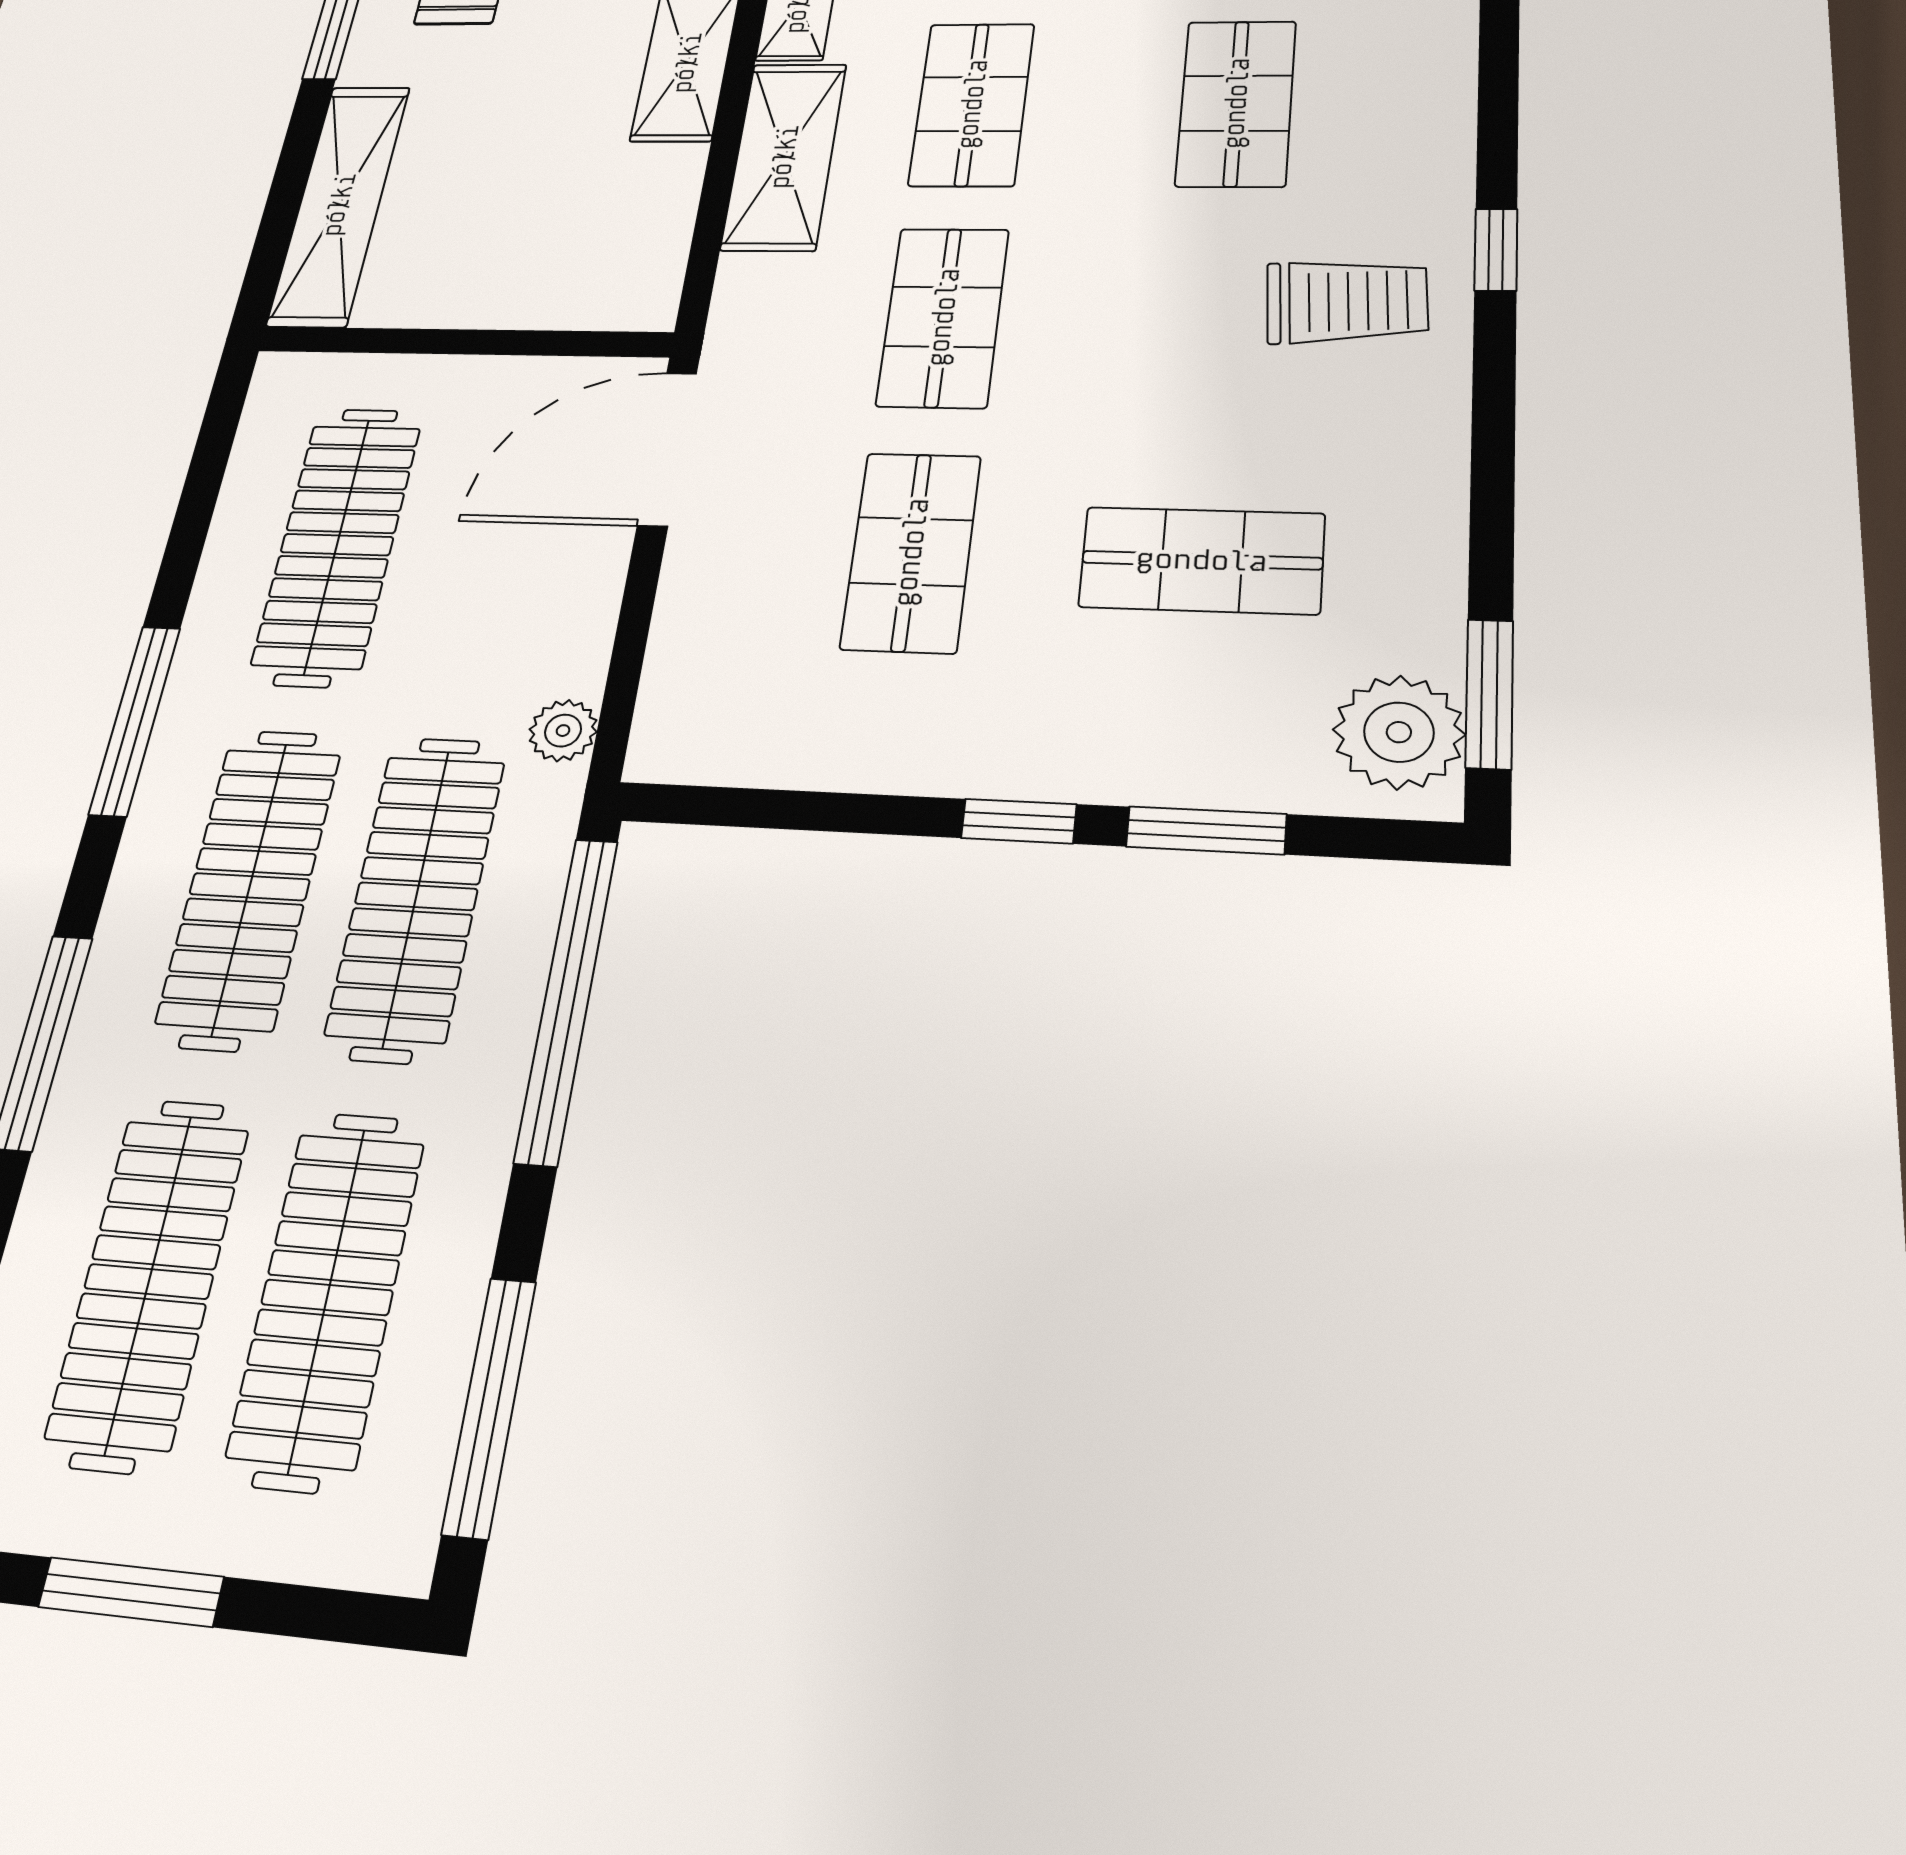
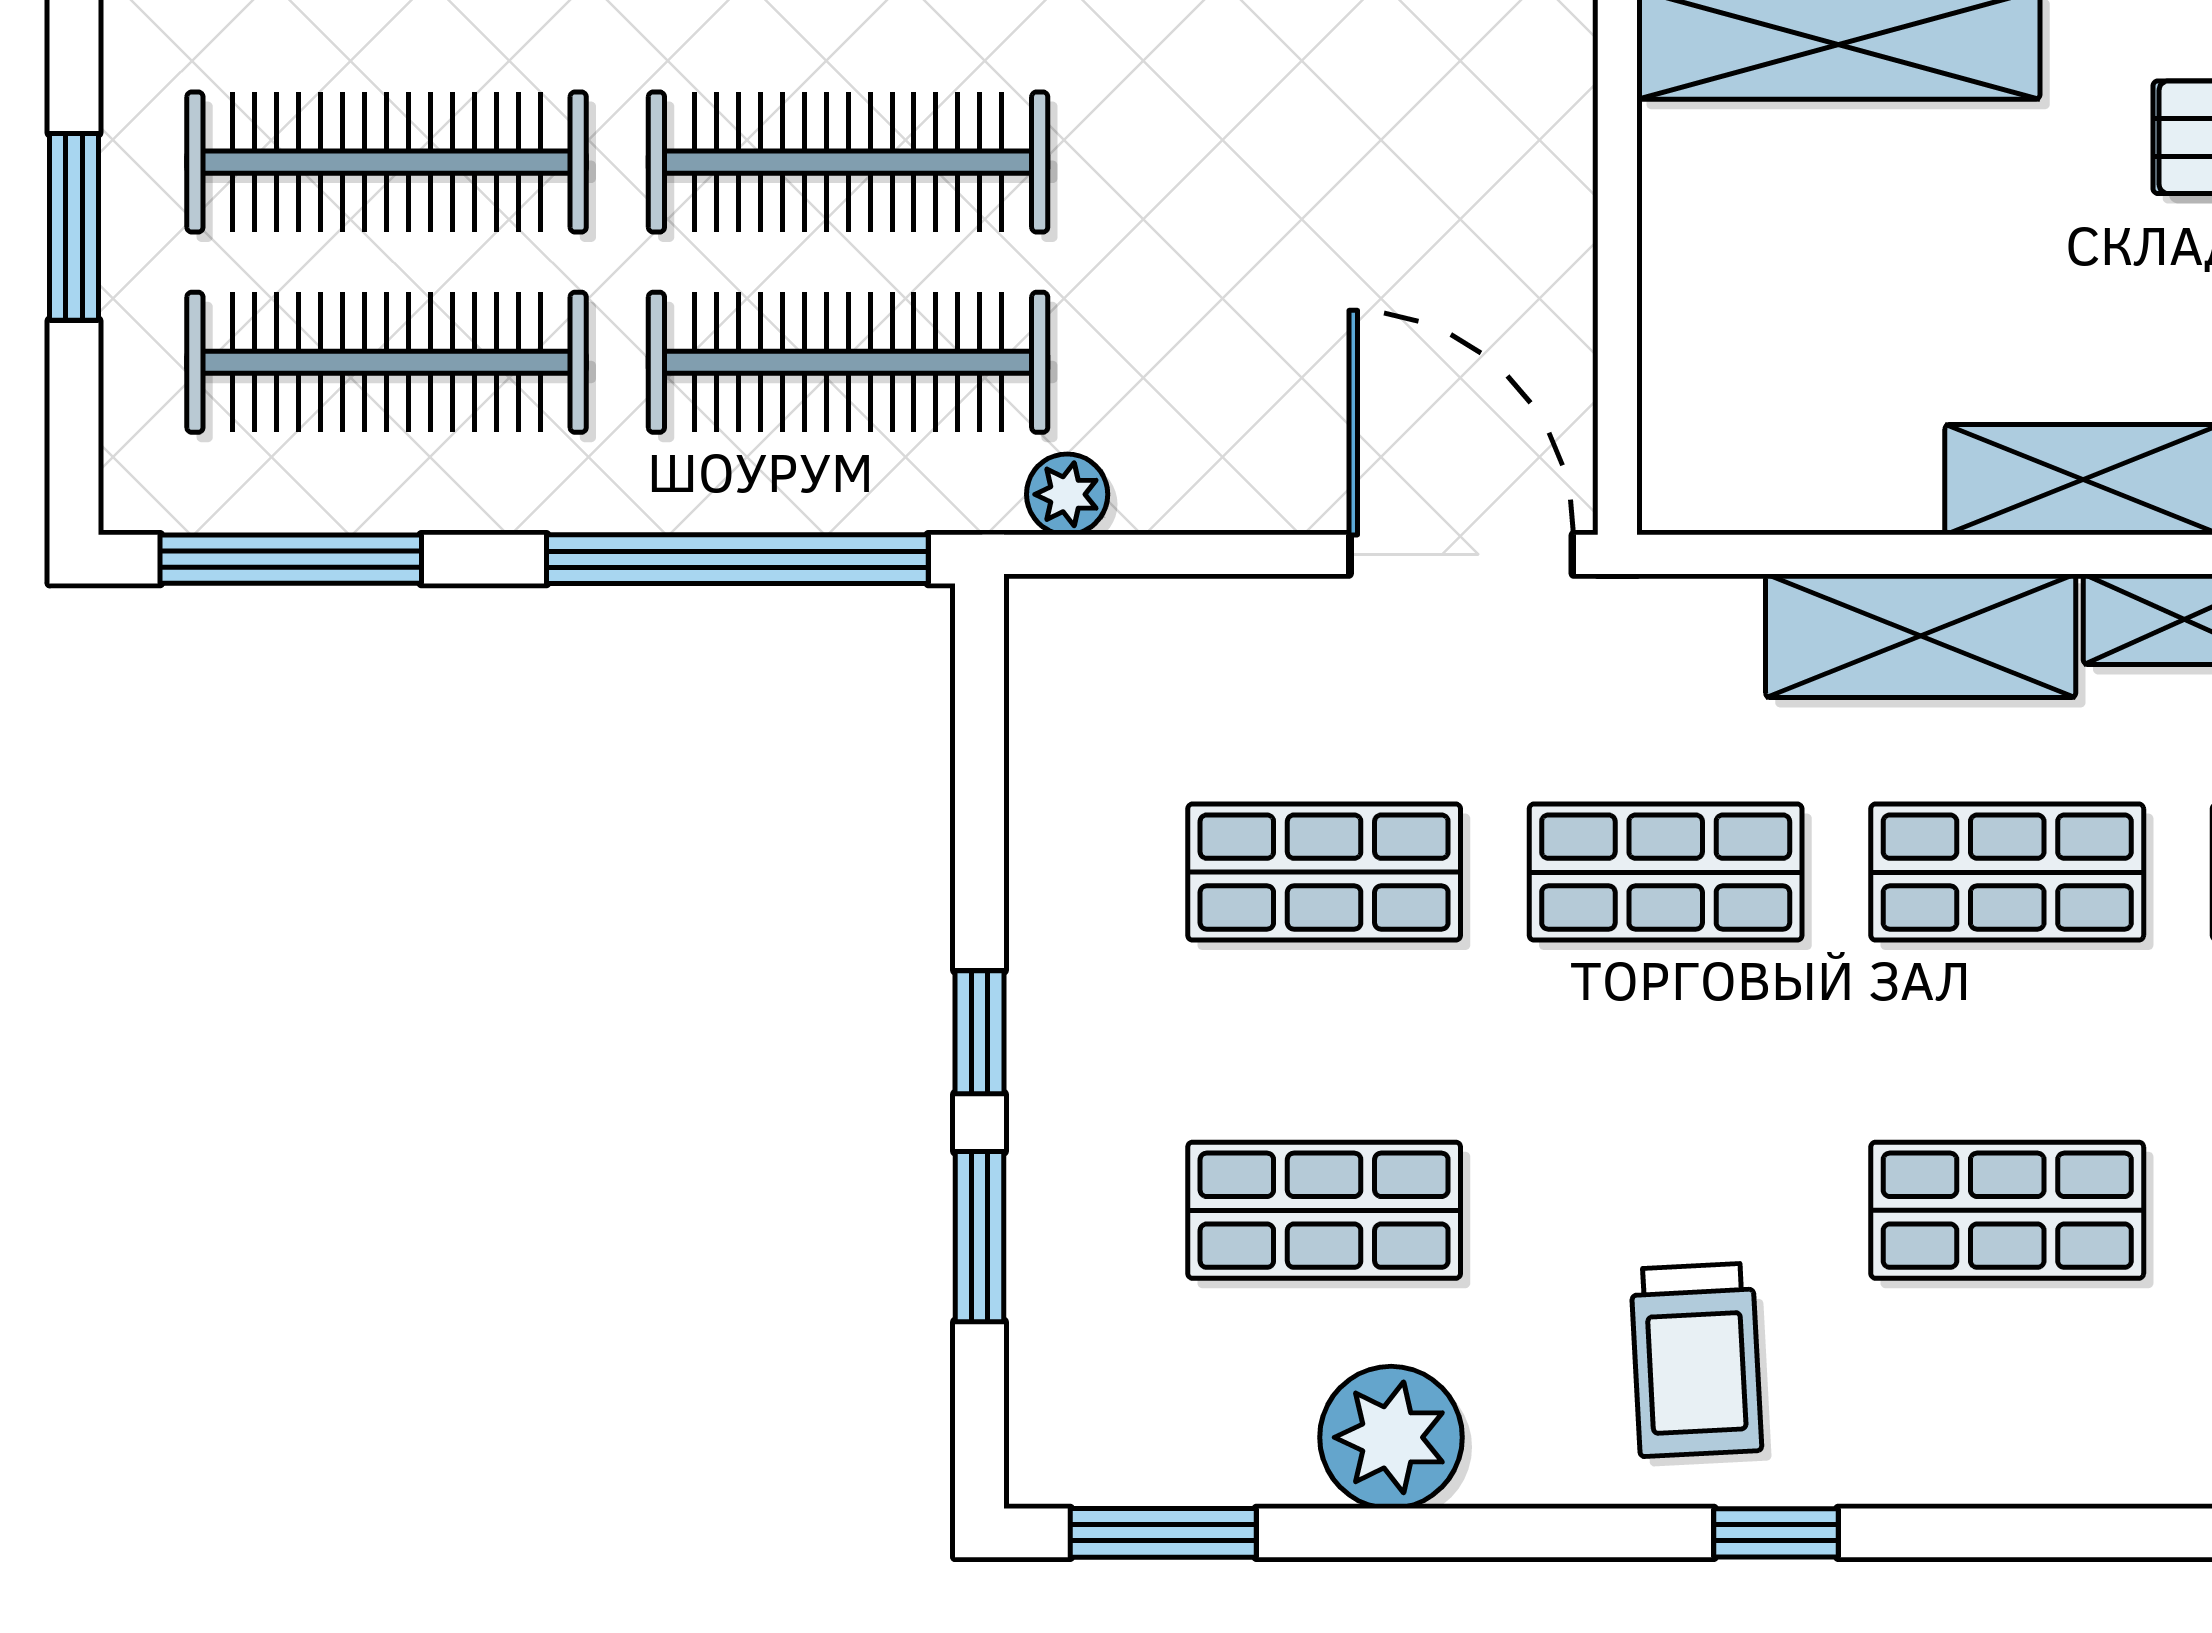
clothes rail: (337, 545) -> (1310, 162), removed
shop shelf: (1202, 560) -> (1324, 1210), turned 90
plant: (1399, 732) -> (1391, 1437), moved

